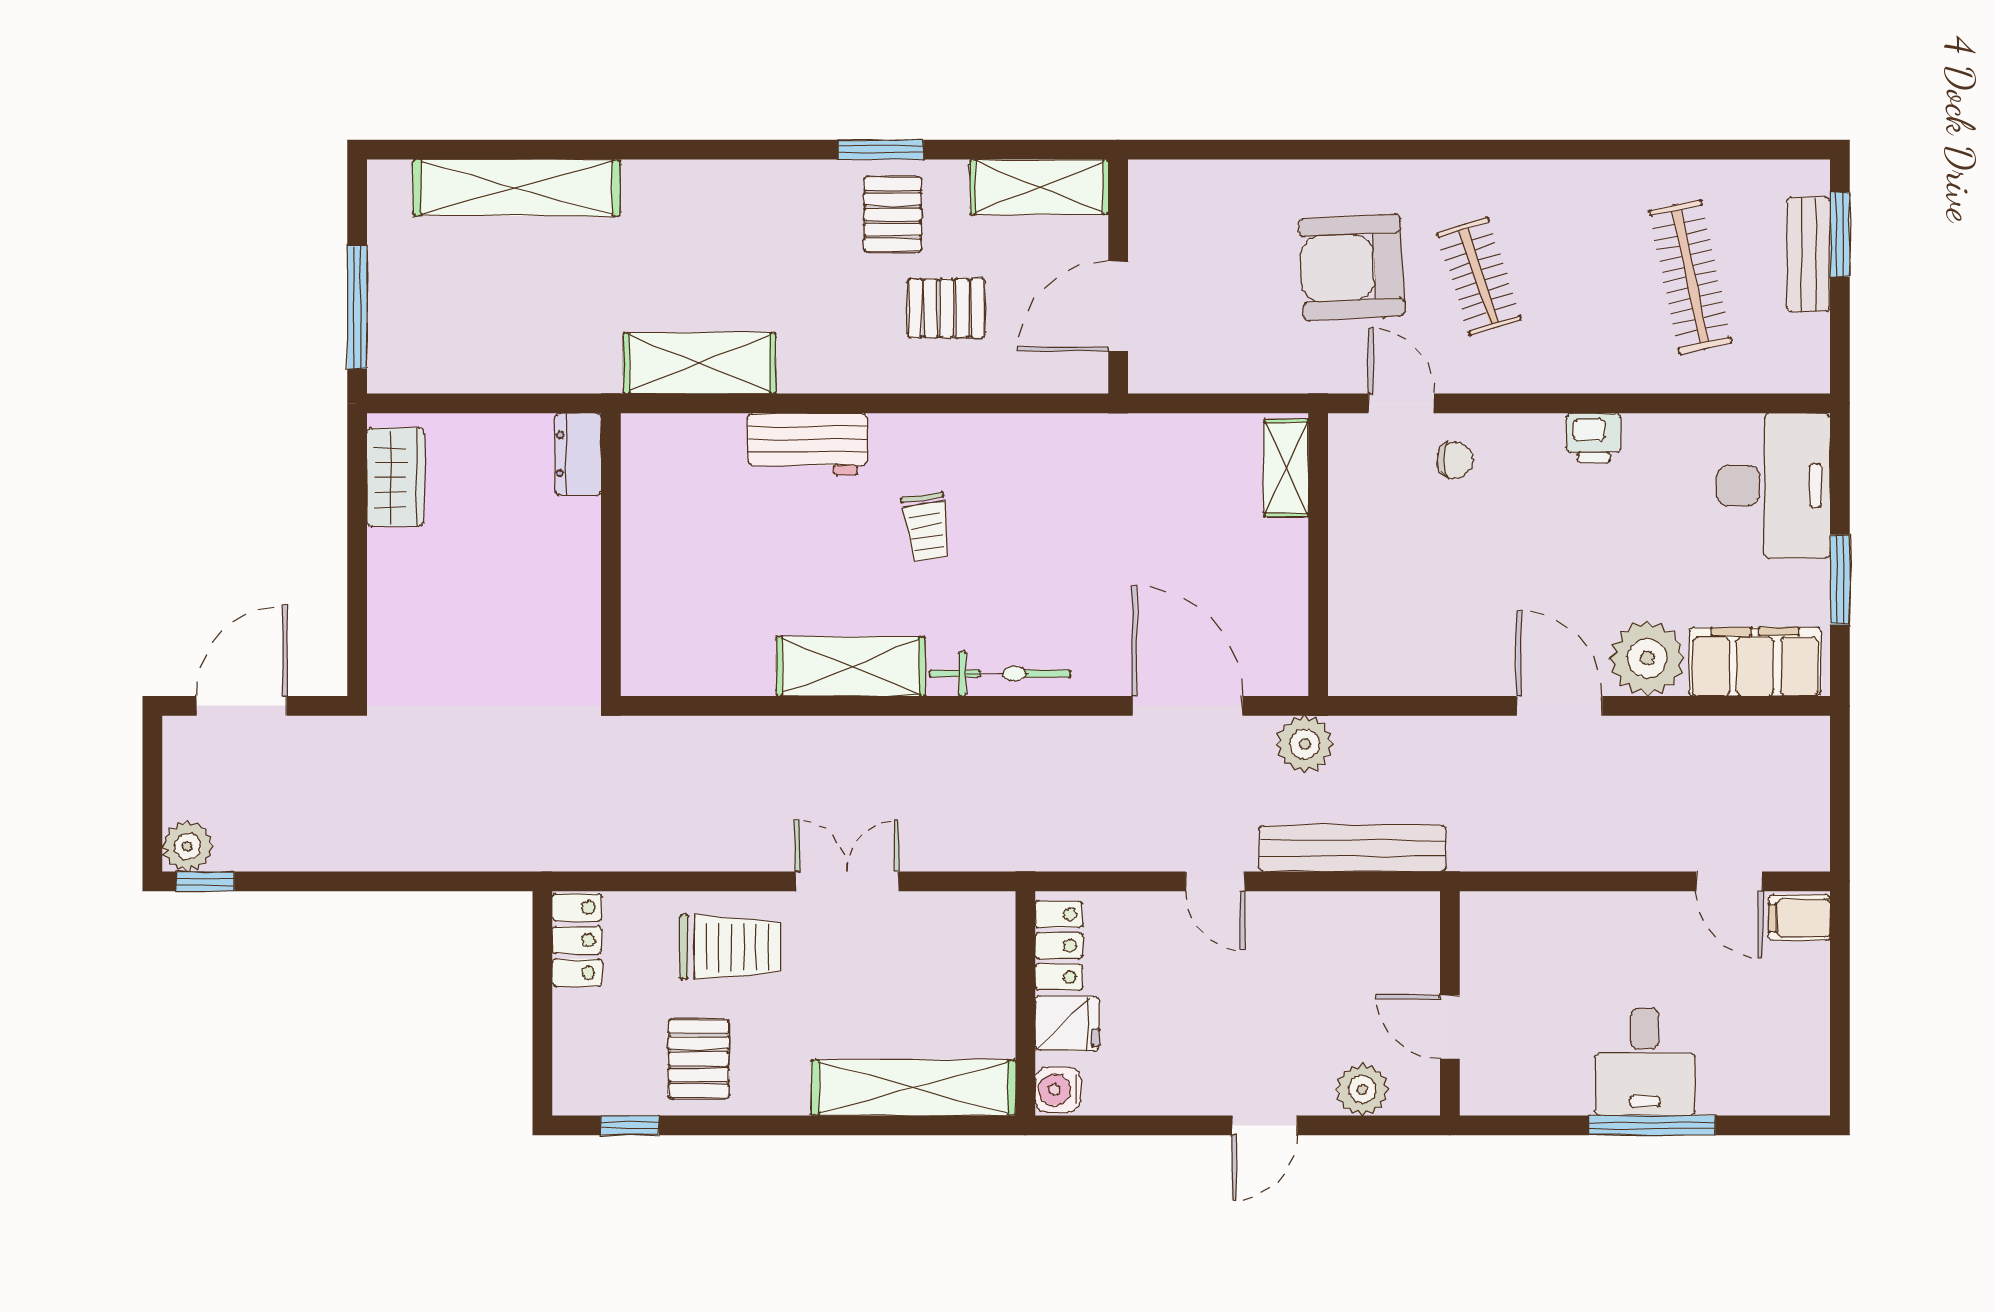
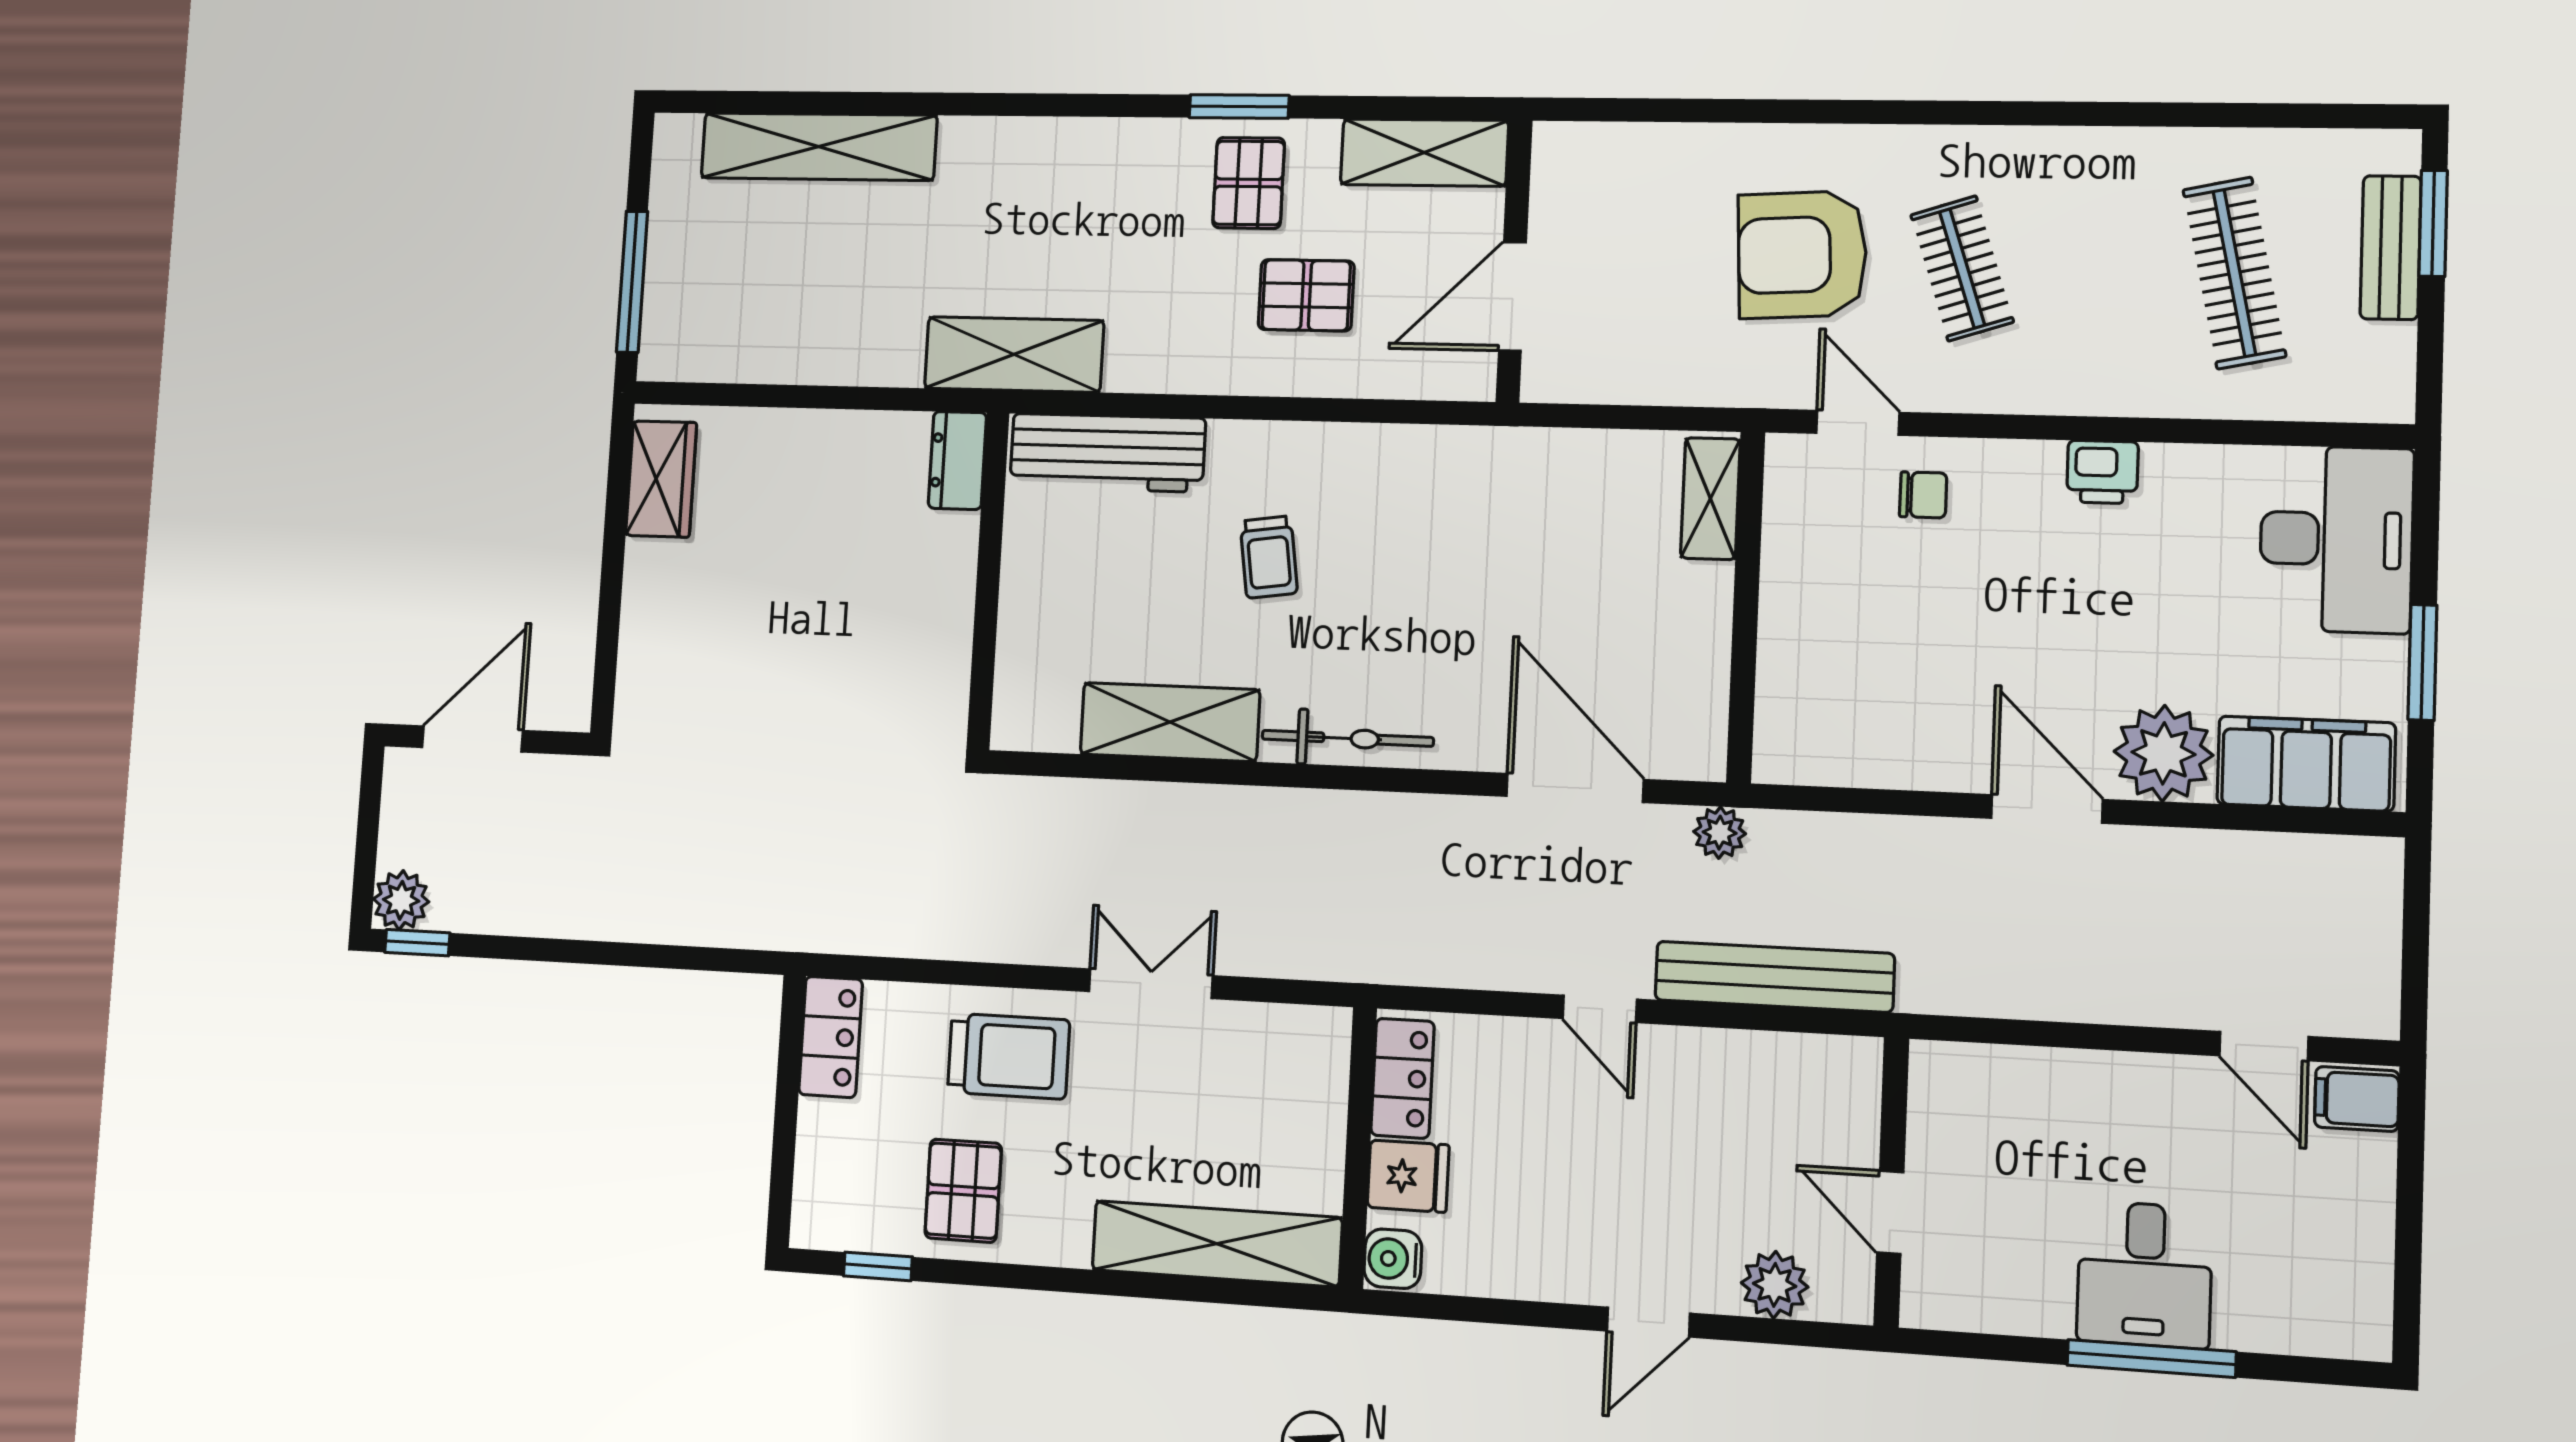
workbench: (807, 444) -> (1107, 453), width x1.38
dresser: (578, 454) -> (957, 460), moved
wall: (611, 555) -> (988, 581), moved
plant: (1305, 744) -> (1720, 833), width x0.73, depth x0.73

